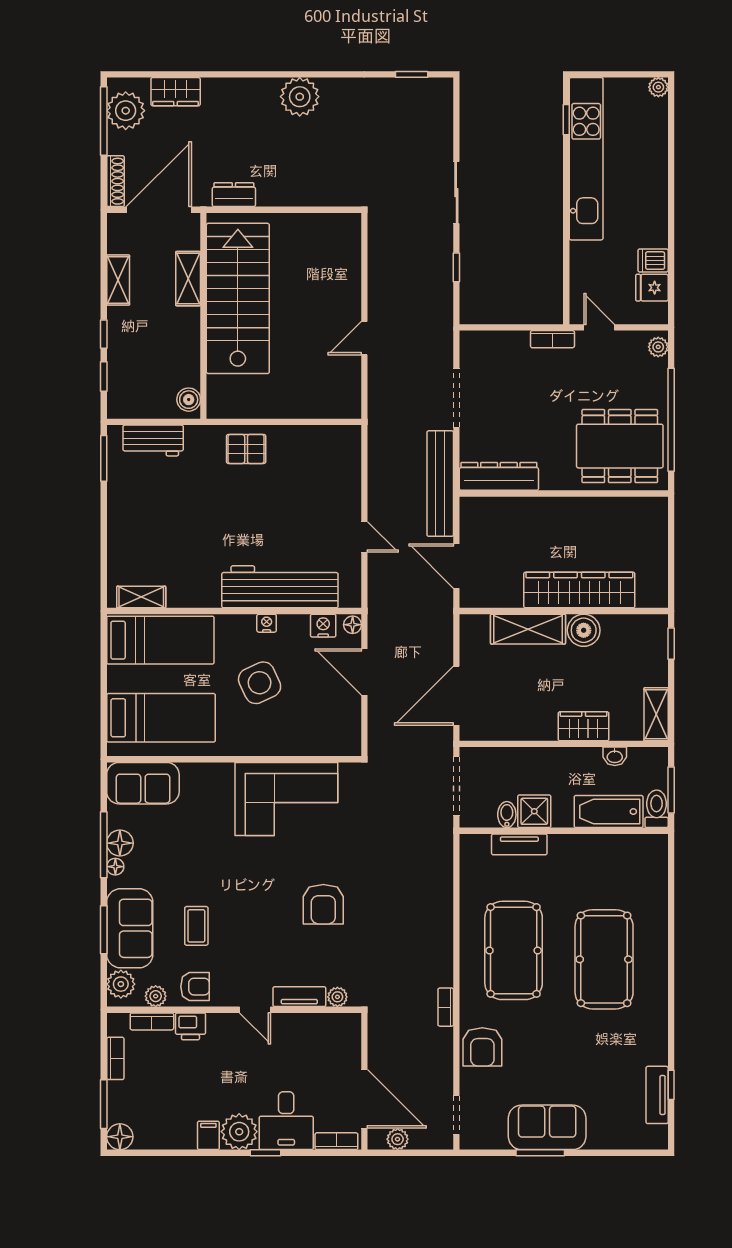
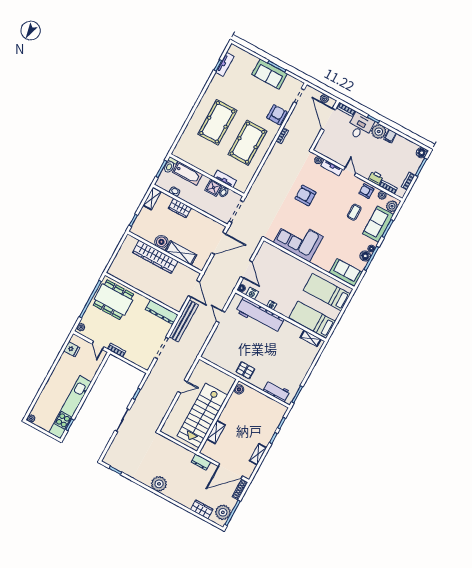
dishwasher: (653, 261) -> (66, 359), removed
shelving: (188, 279) -> (216, 432), moved
stairs: (238, 298) -> (202, 415), moved
wall: (203, 316) -> (218, 416), moved
boiler: (189, 400) -> (239, 389), moved
side table: (260, 683) -> (285, 286), removed
armchair: (323, 904) -> (306, 195), turned -90

